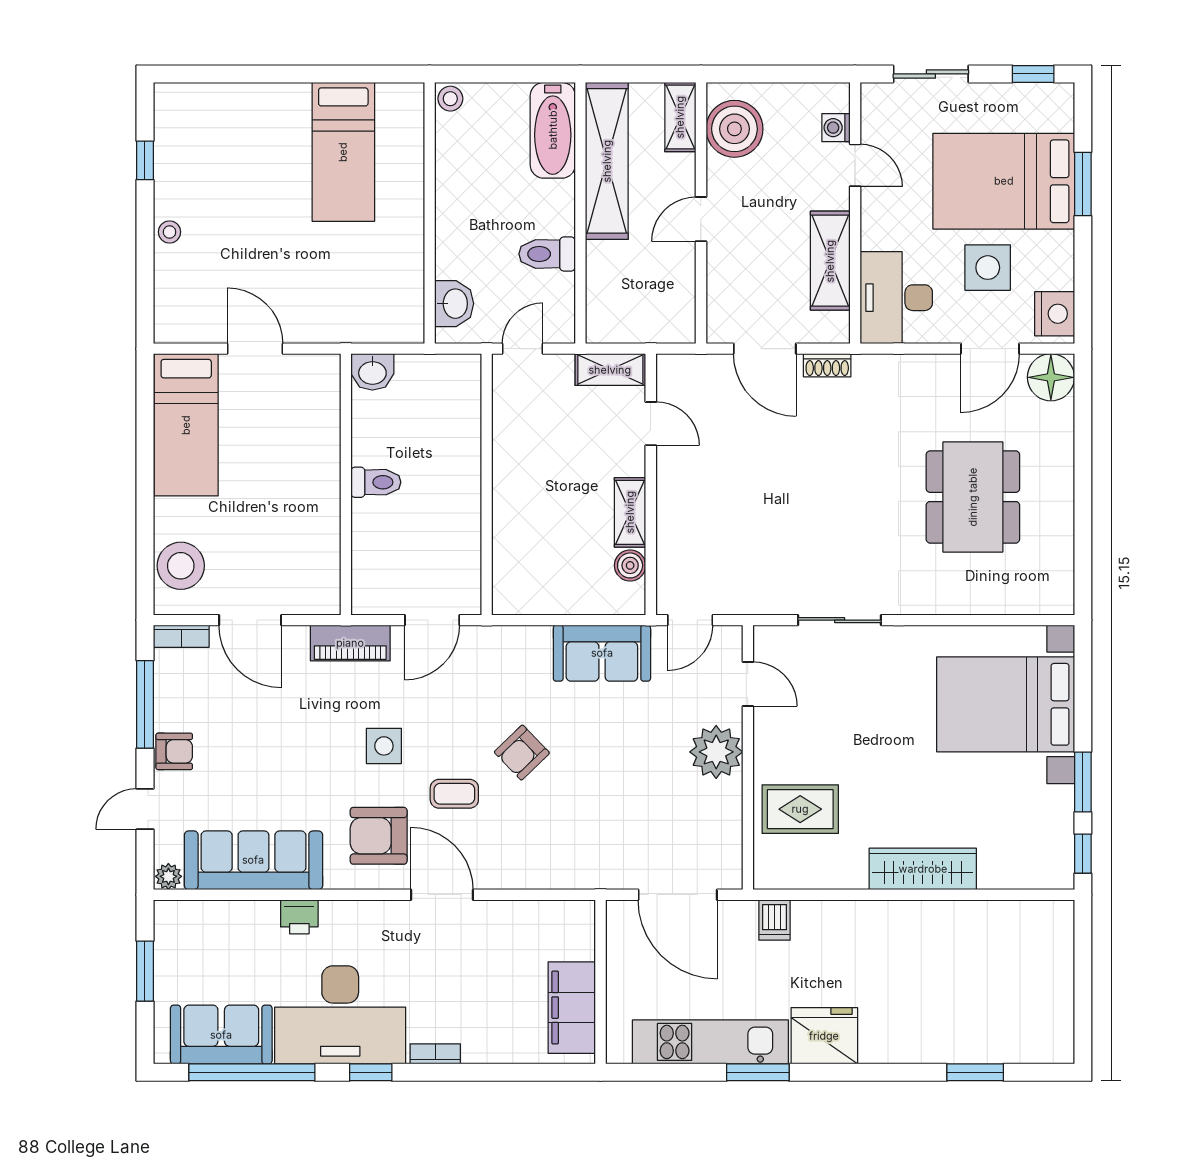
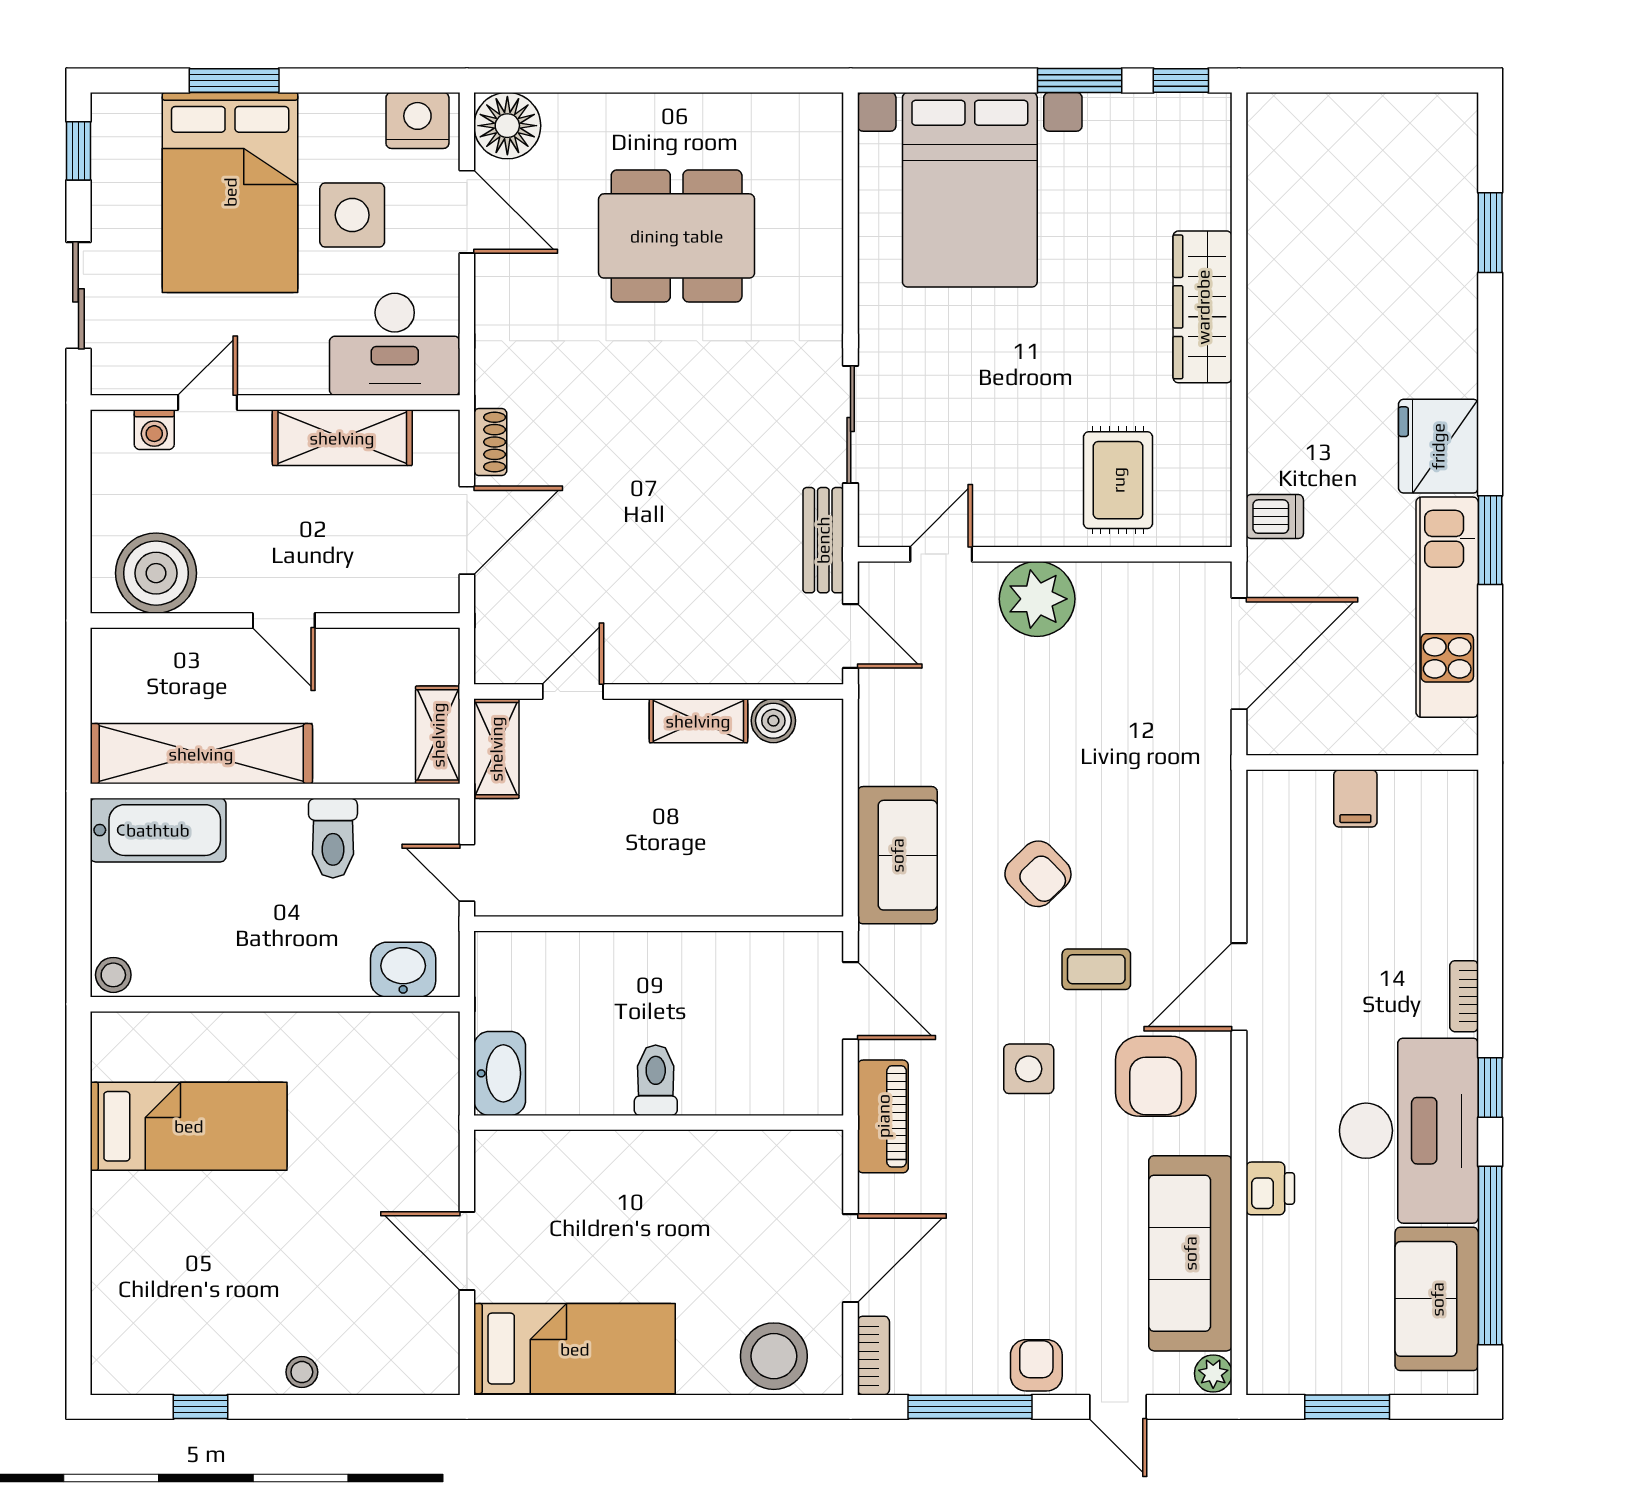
shelving: (680, 117) -> (438, 735), moved, turned 90
door: (255, 349) -> (467, 1251), hinge flipped
washbasin: (372, 372) -> (500, 1073), width x1.38
bench: (758, 601) -> (823, 540), added
sofa: (602, 653) -> (897, 855), moved
coffee table: (454, 794) -> (1096, 969), turned 90
filing cabinet: (572, 1008) -> (1355, 798), width x0.33, depth x0.86

